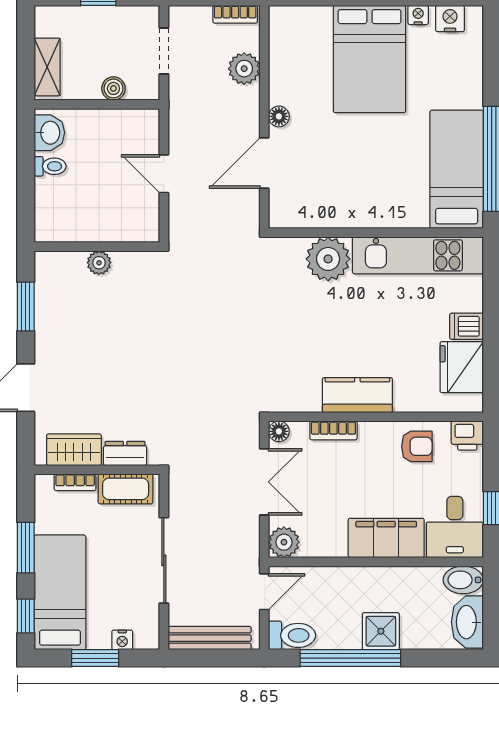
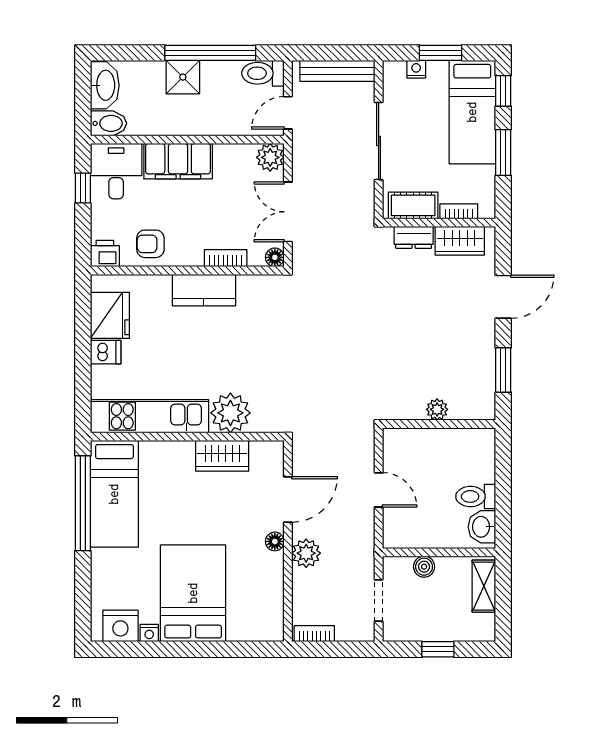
nightstand: (450, 19) -> (120, 626), width x1.36, depth x1.33
plant: (244, 69) -> (306, 553), moved
toilet: (50, 166) -> (476, 496), width x1.37, depth x1.39
wardrobe: (337, 211) -> (222, 456), added

